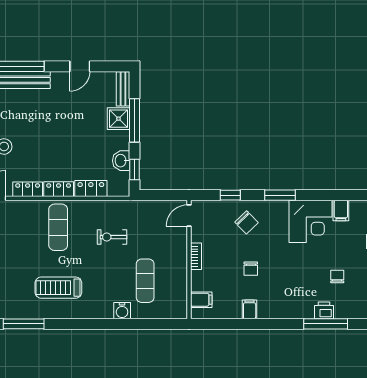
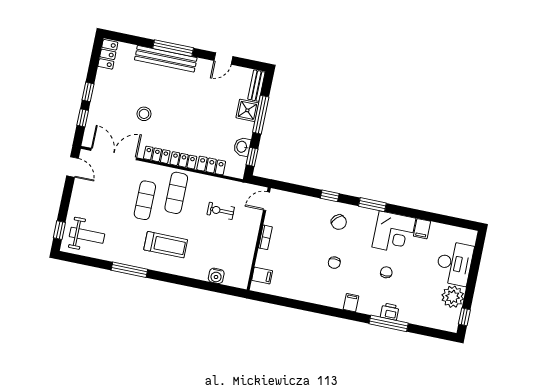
door: (189, 216) -> (267, 201), moved
bookcase: (196, 256) -> (265, 237), moved
wall: (189, 259) -> (259, 239), moved
chair: (337, 277) -> (386, 272), moved
exercise mat: (145, 281) -> (145, 200), moved
treadmill: (58, 288) -> (166, 245), turned 180
filing cabinet: (201, 300) -> (262, 276), moved
filing cabinet: (250, 309) -> (351, 303), moved

